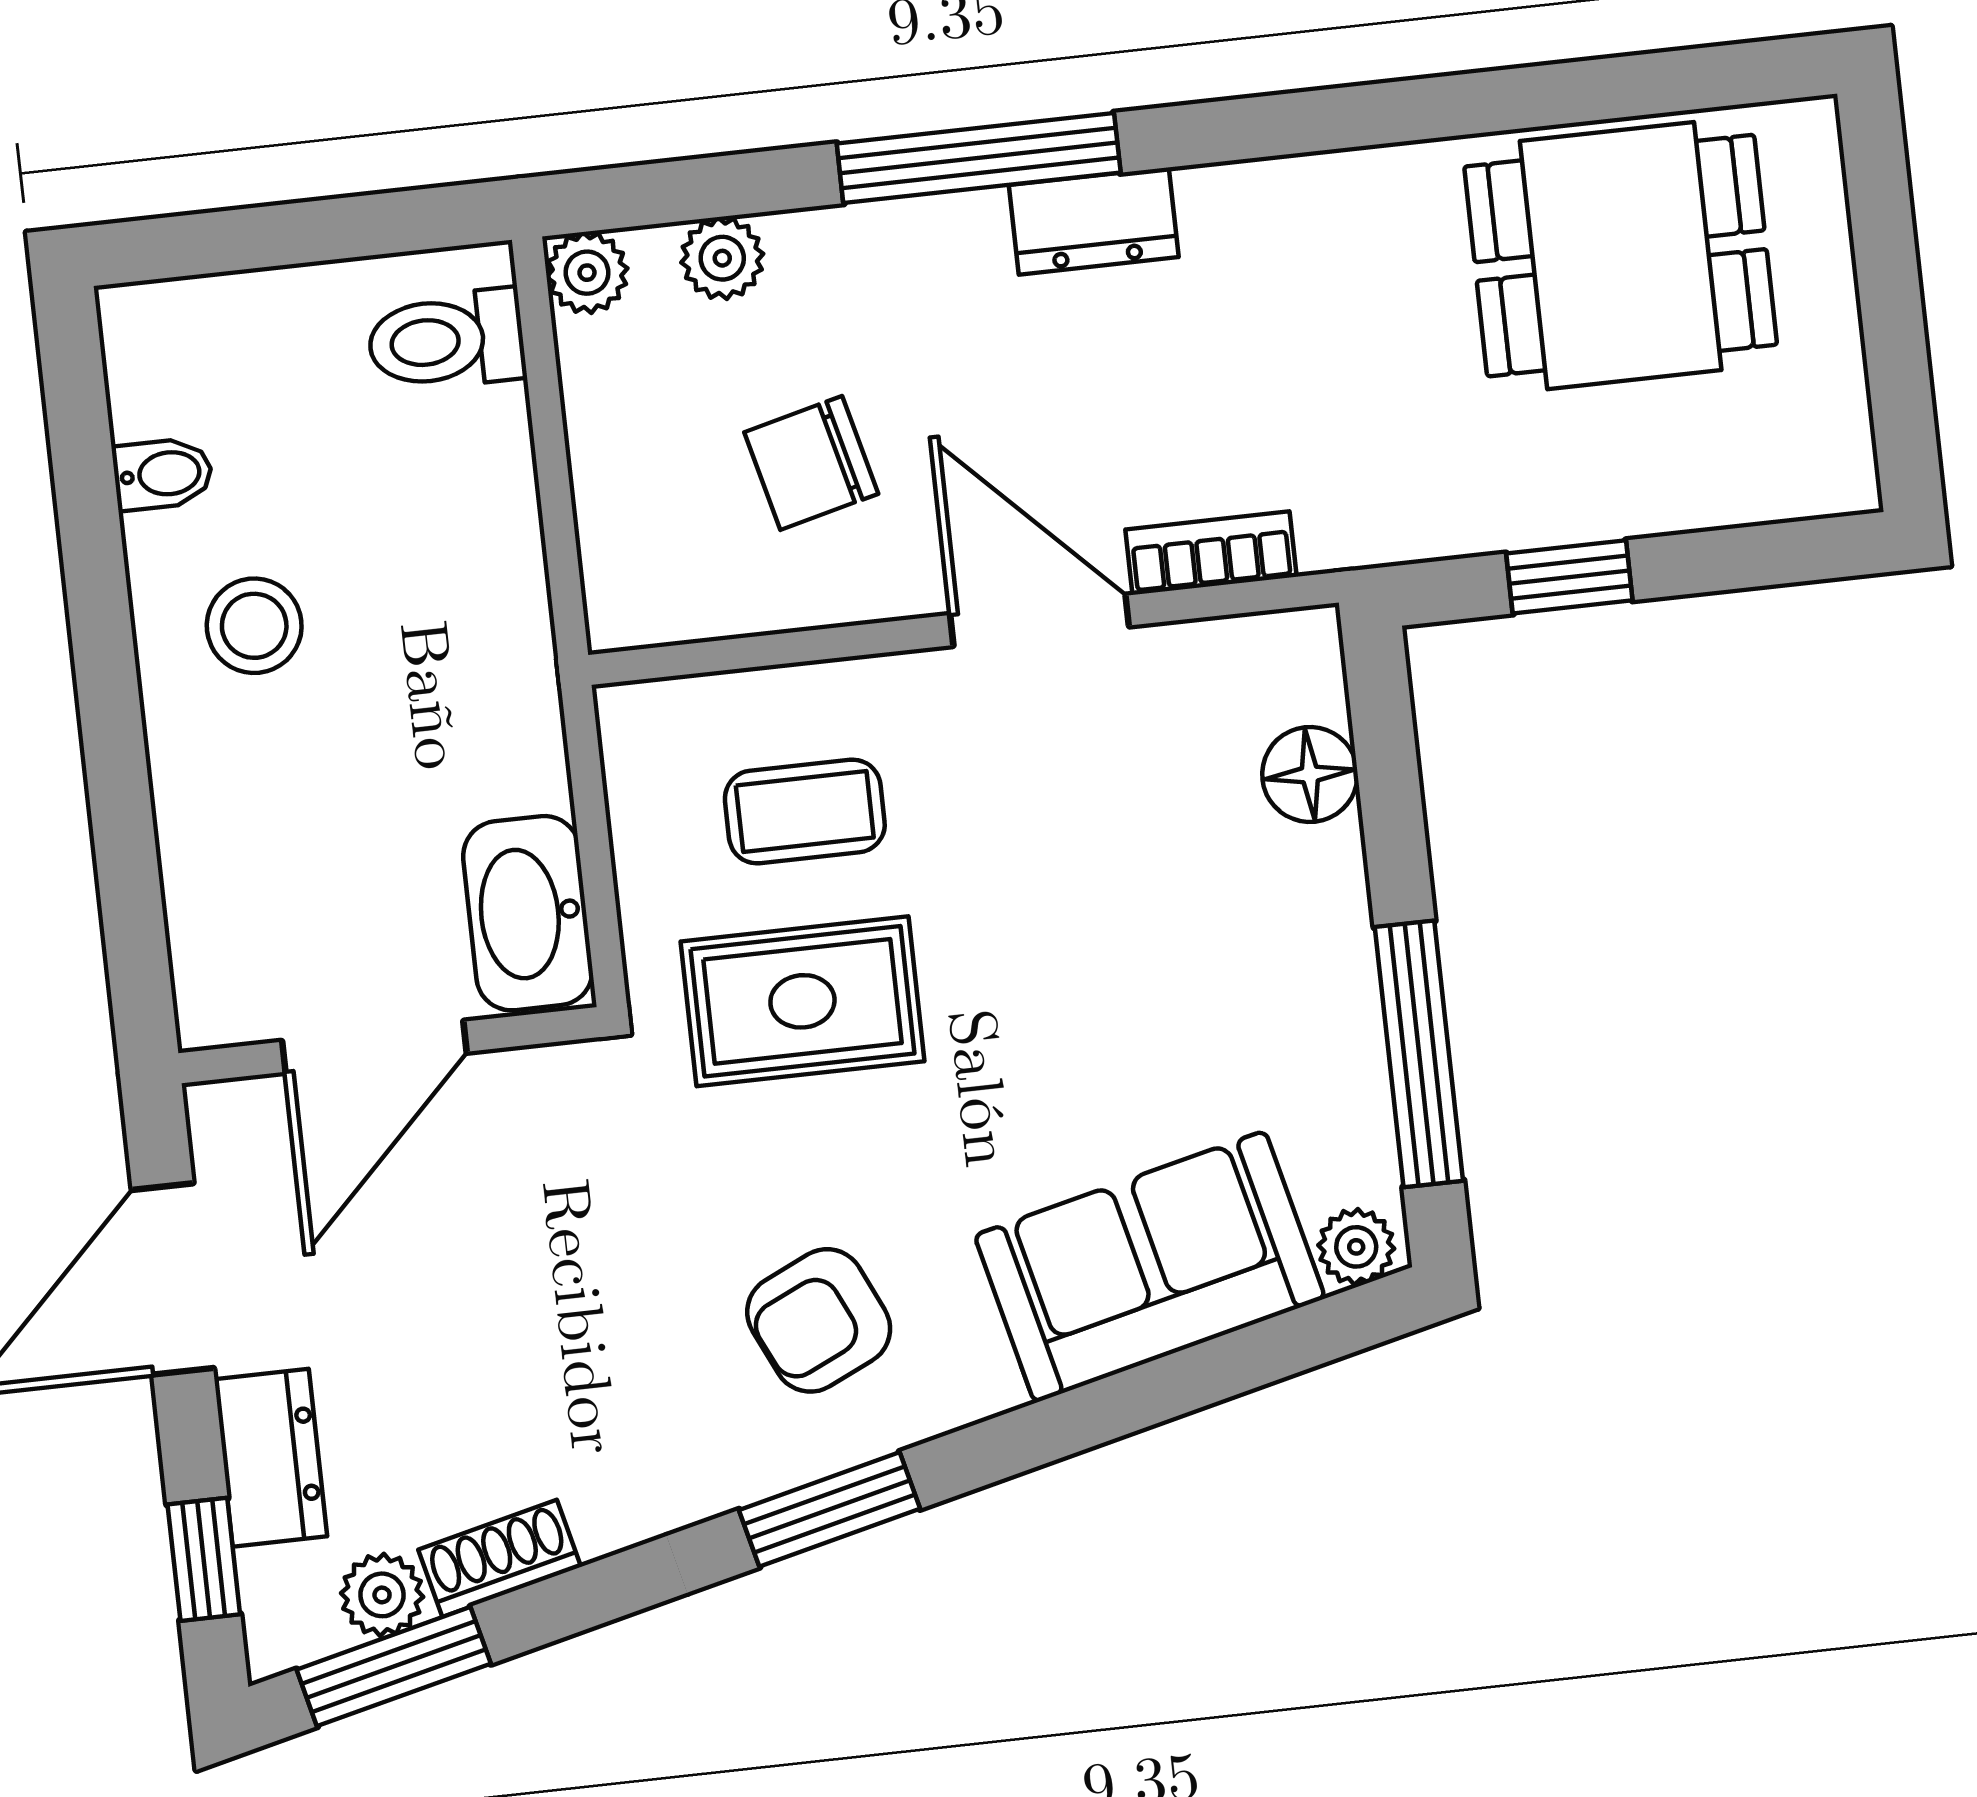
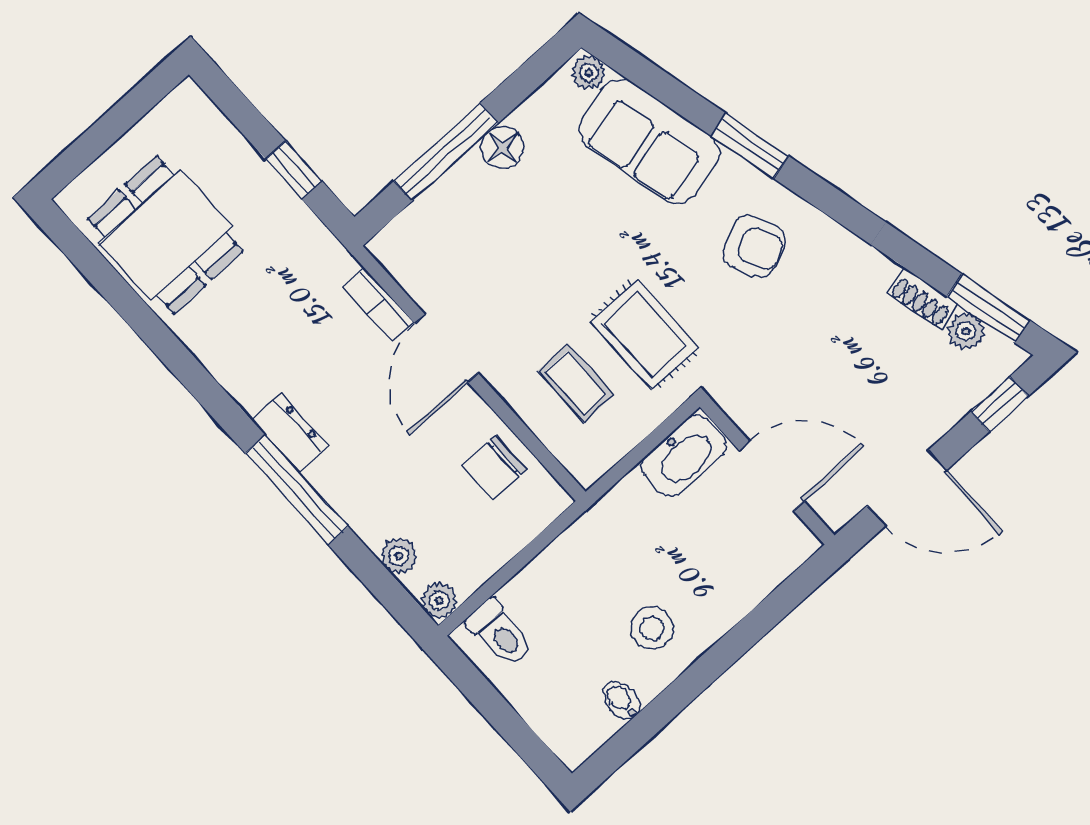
chair: (811, 463) -> (494, 468), moved, turned 104
floor lamp: (1310, 774) -> (502, 148), moved
window: (1419, 1054) -> (446, 152), moved
dresser: (271, 1458) -> (946, 407), removed
window: (829, 1509) -> (750, 146), moved

